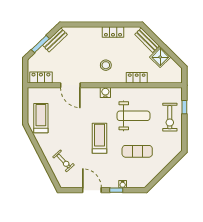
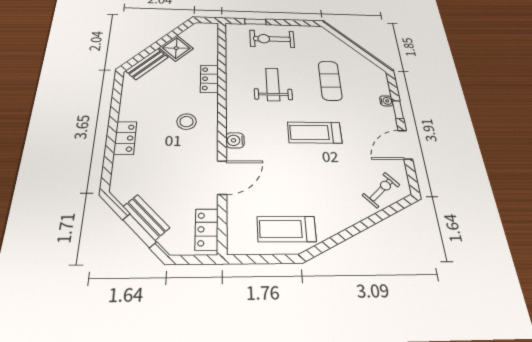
locker: (113, 32) -> (125, 138), moved
bench: (55, 40) -> (146, 217), moved
water cooler: (105, 92) -> (235, 140), moved
weight bench: (133, 116) -> (273, 84), width x0.73, depth x0.75
exercise bike: (170, 117) -> (272, 39), turned 180
exercise bike: (64, 161) -> (381, 190), moved

